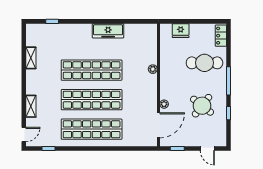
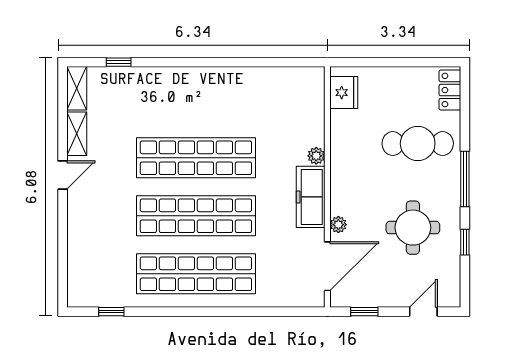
freezer: (108, 31) -> (311, 197), moved, turned 90
fridge: (181, 31) -> (344, 93), moved, turned -90
shelving: (31, 106) -> (77, 88), moved
round table: (202, 106) -> (413, 228), turned -38
door: (24, 134) -> (63, 175), moved
door: (207, 148) -> (423, 312), swing flipped

